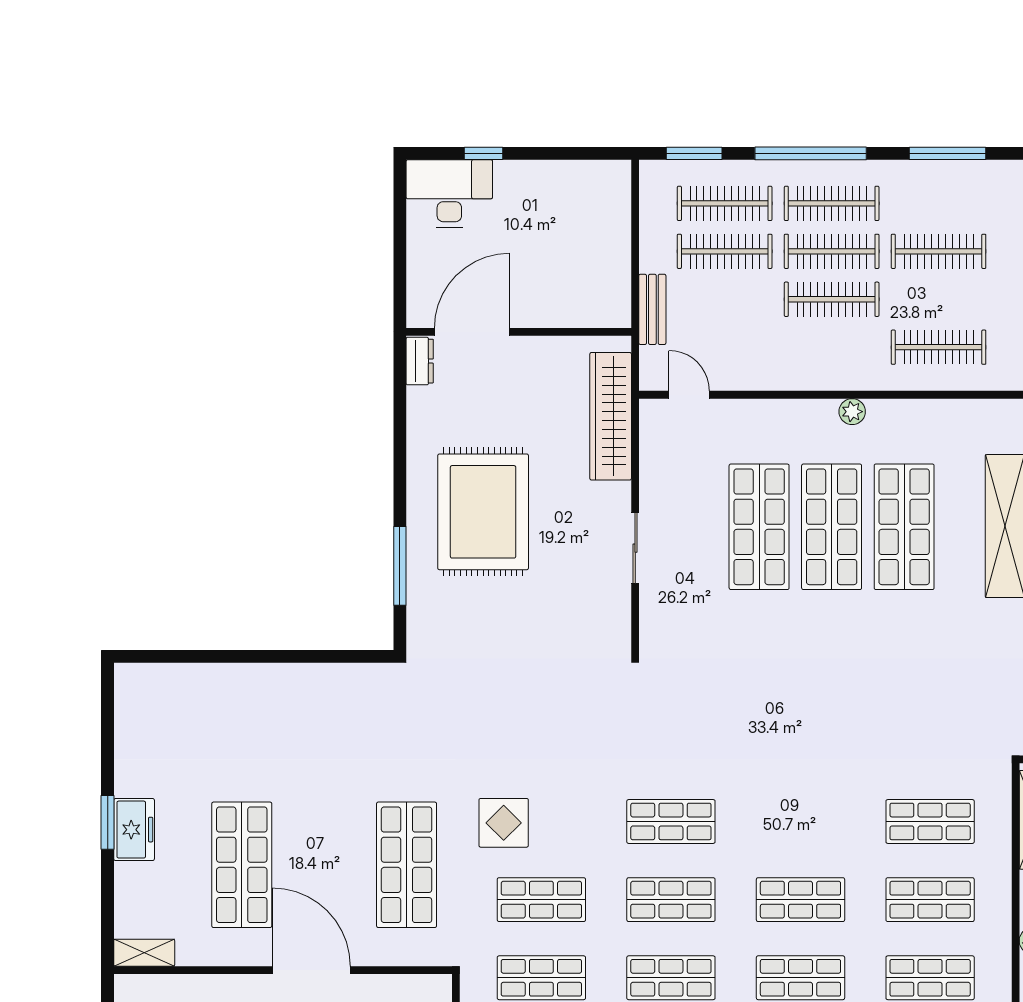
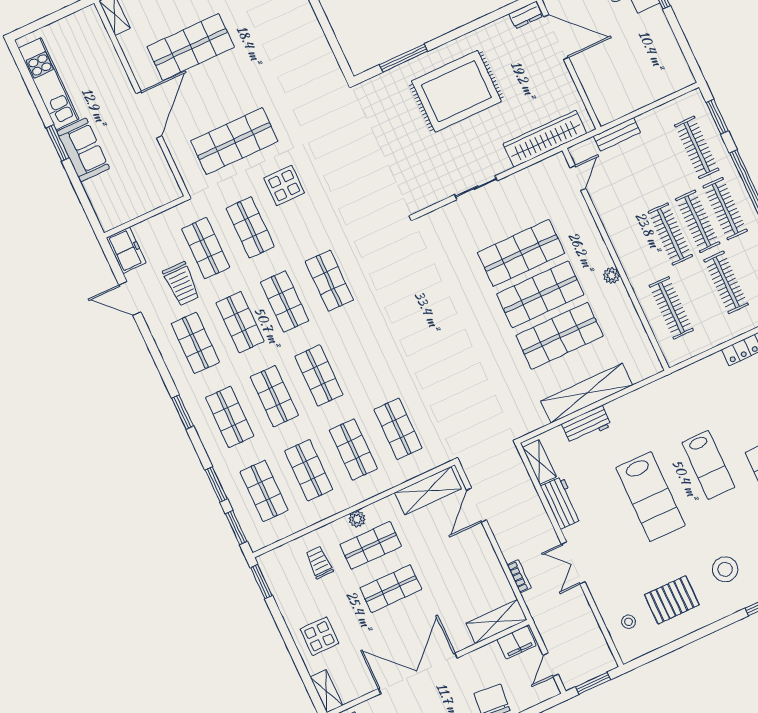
clothes rail: (725, 251) -> (669, 160), removed

